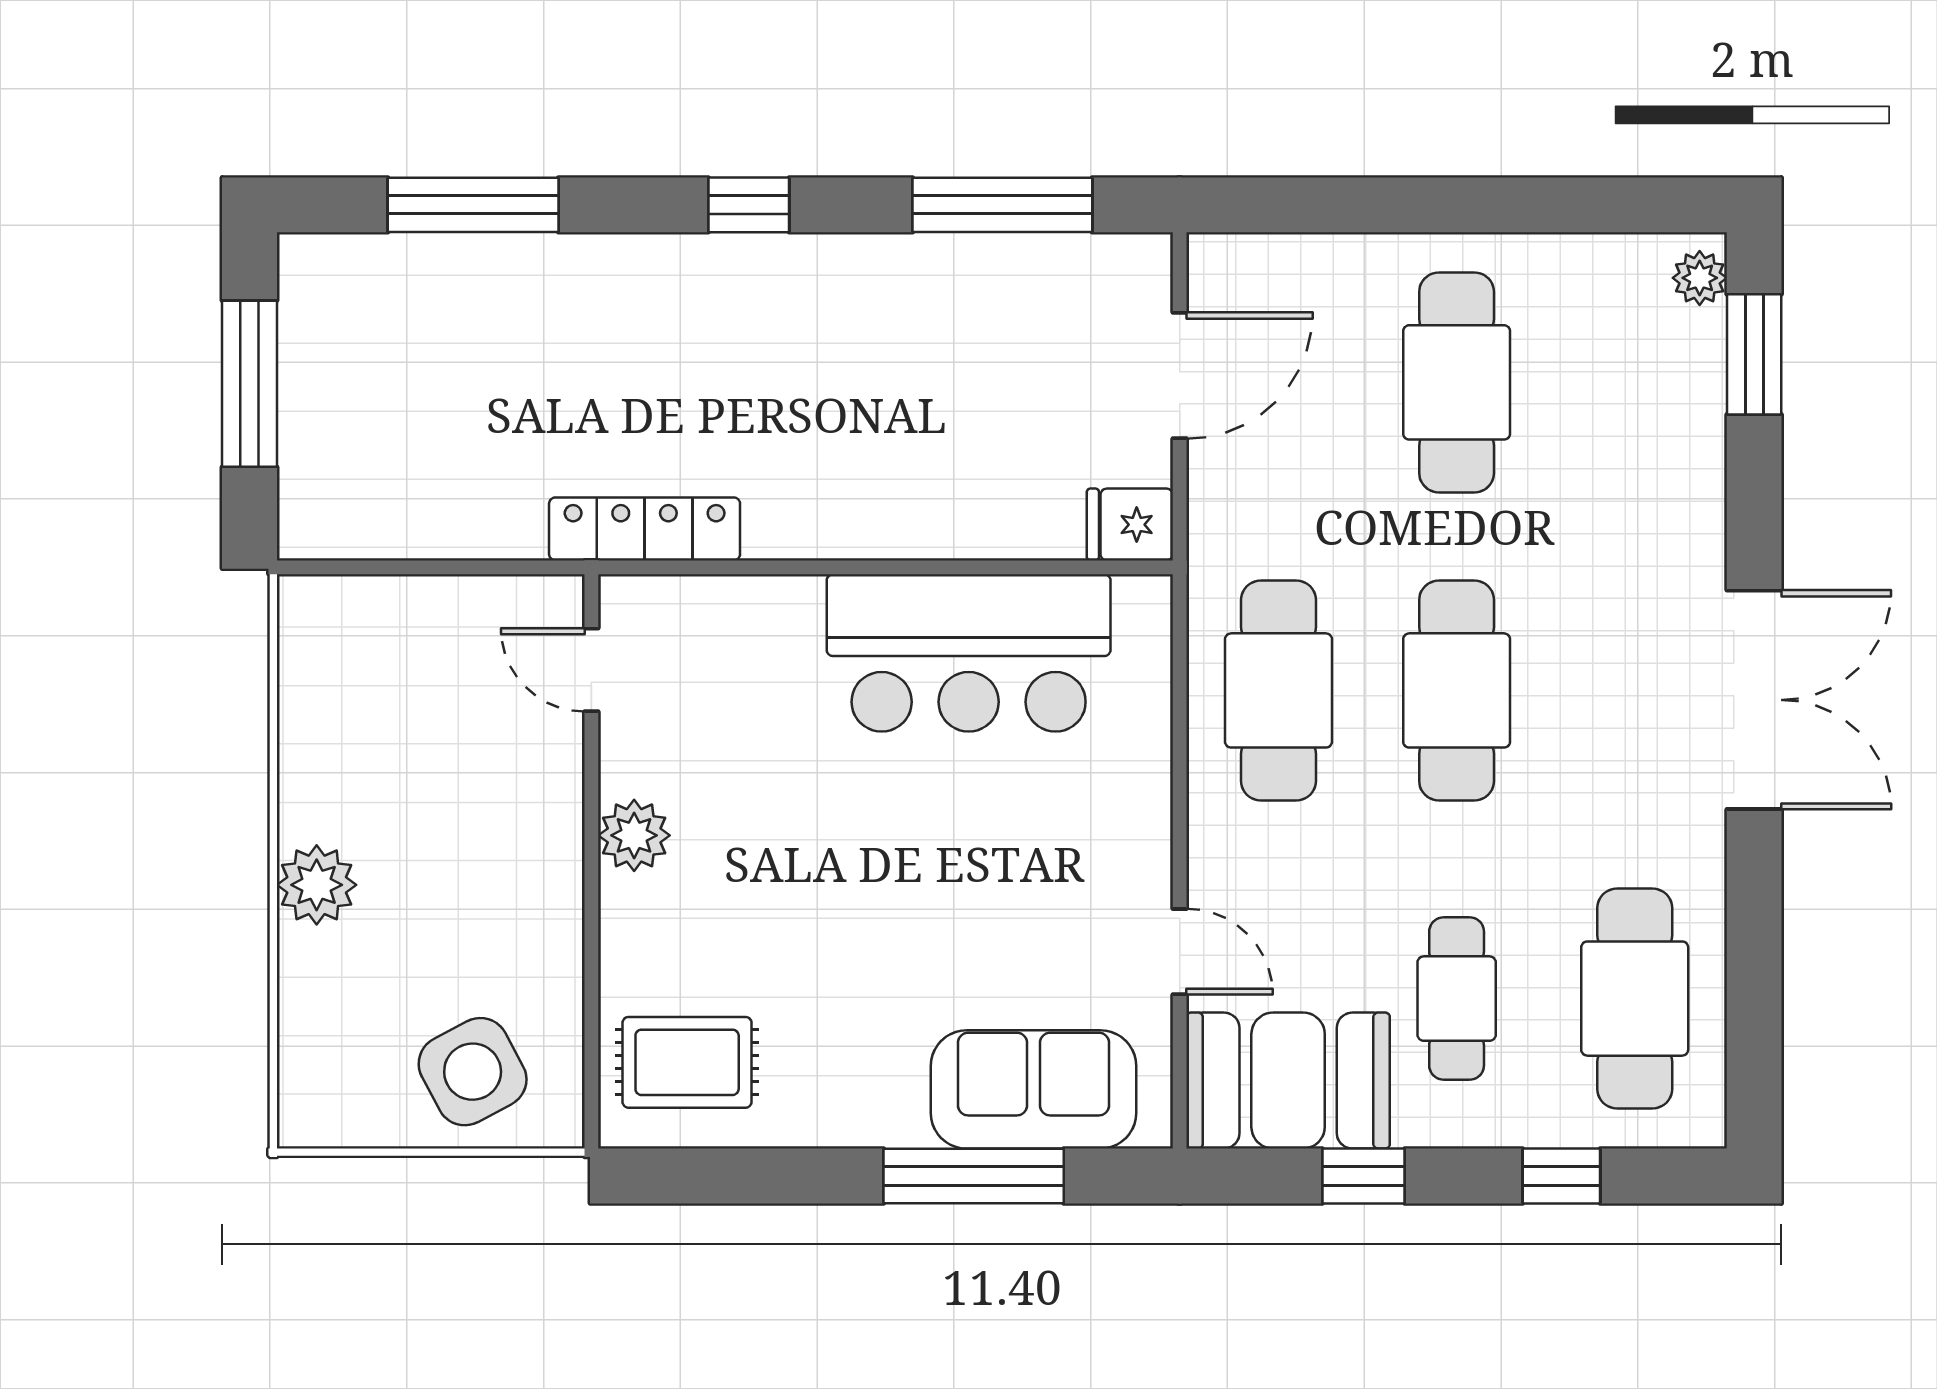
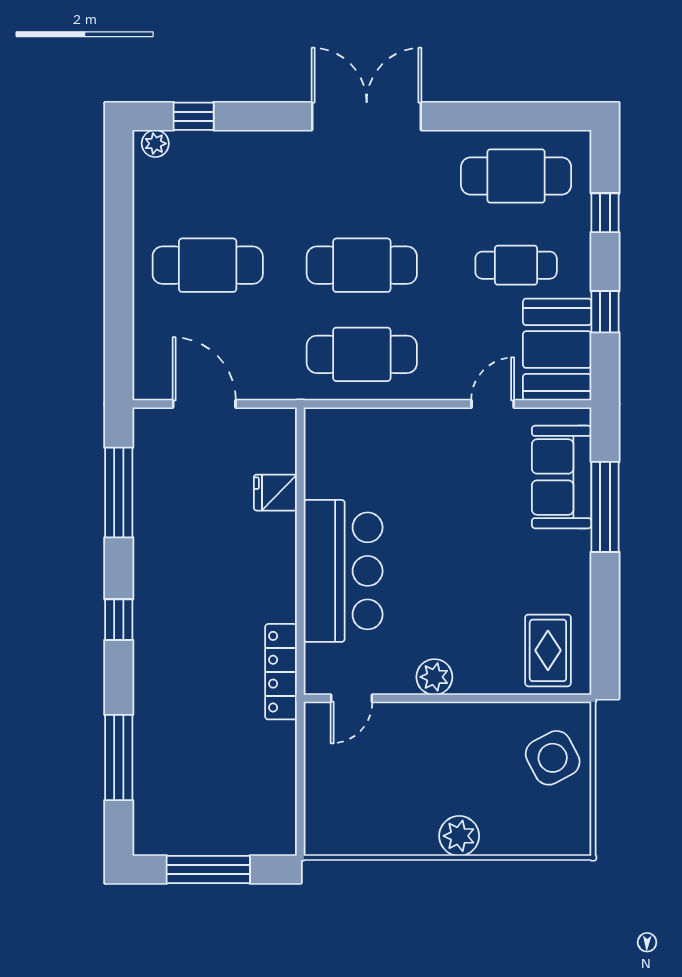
window: (1754, 354) -> (194, 116), width x0.67
fridge: (1130, 525) -> (275, 493), moved, turned 90
bar counter: (969, 653) -> (343, 571), moved

